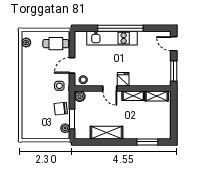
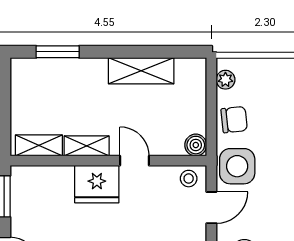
fridge: (123, 79) -> (97, 184), width x1.88, depth x1.34
side table: (59, 86) -> (237, 166), width x1.87, depth x1.87
window: (72, 119) -> (211, 99), removed

